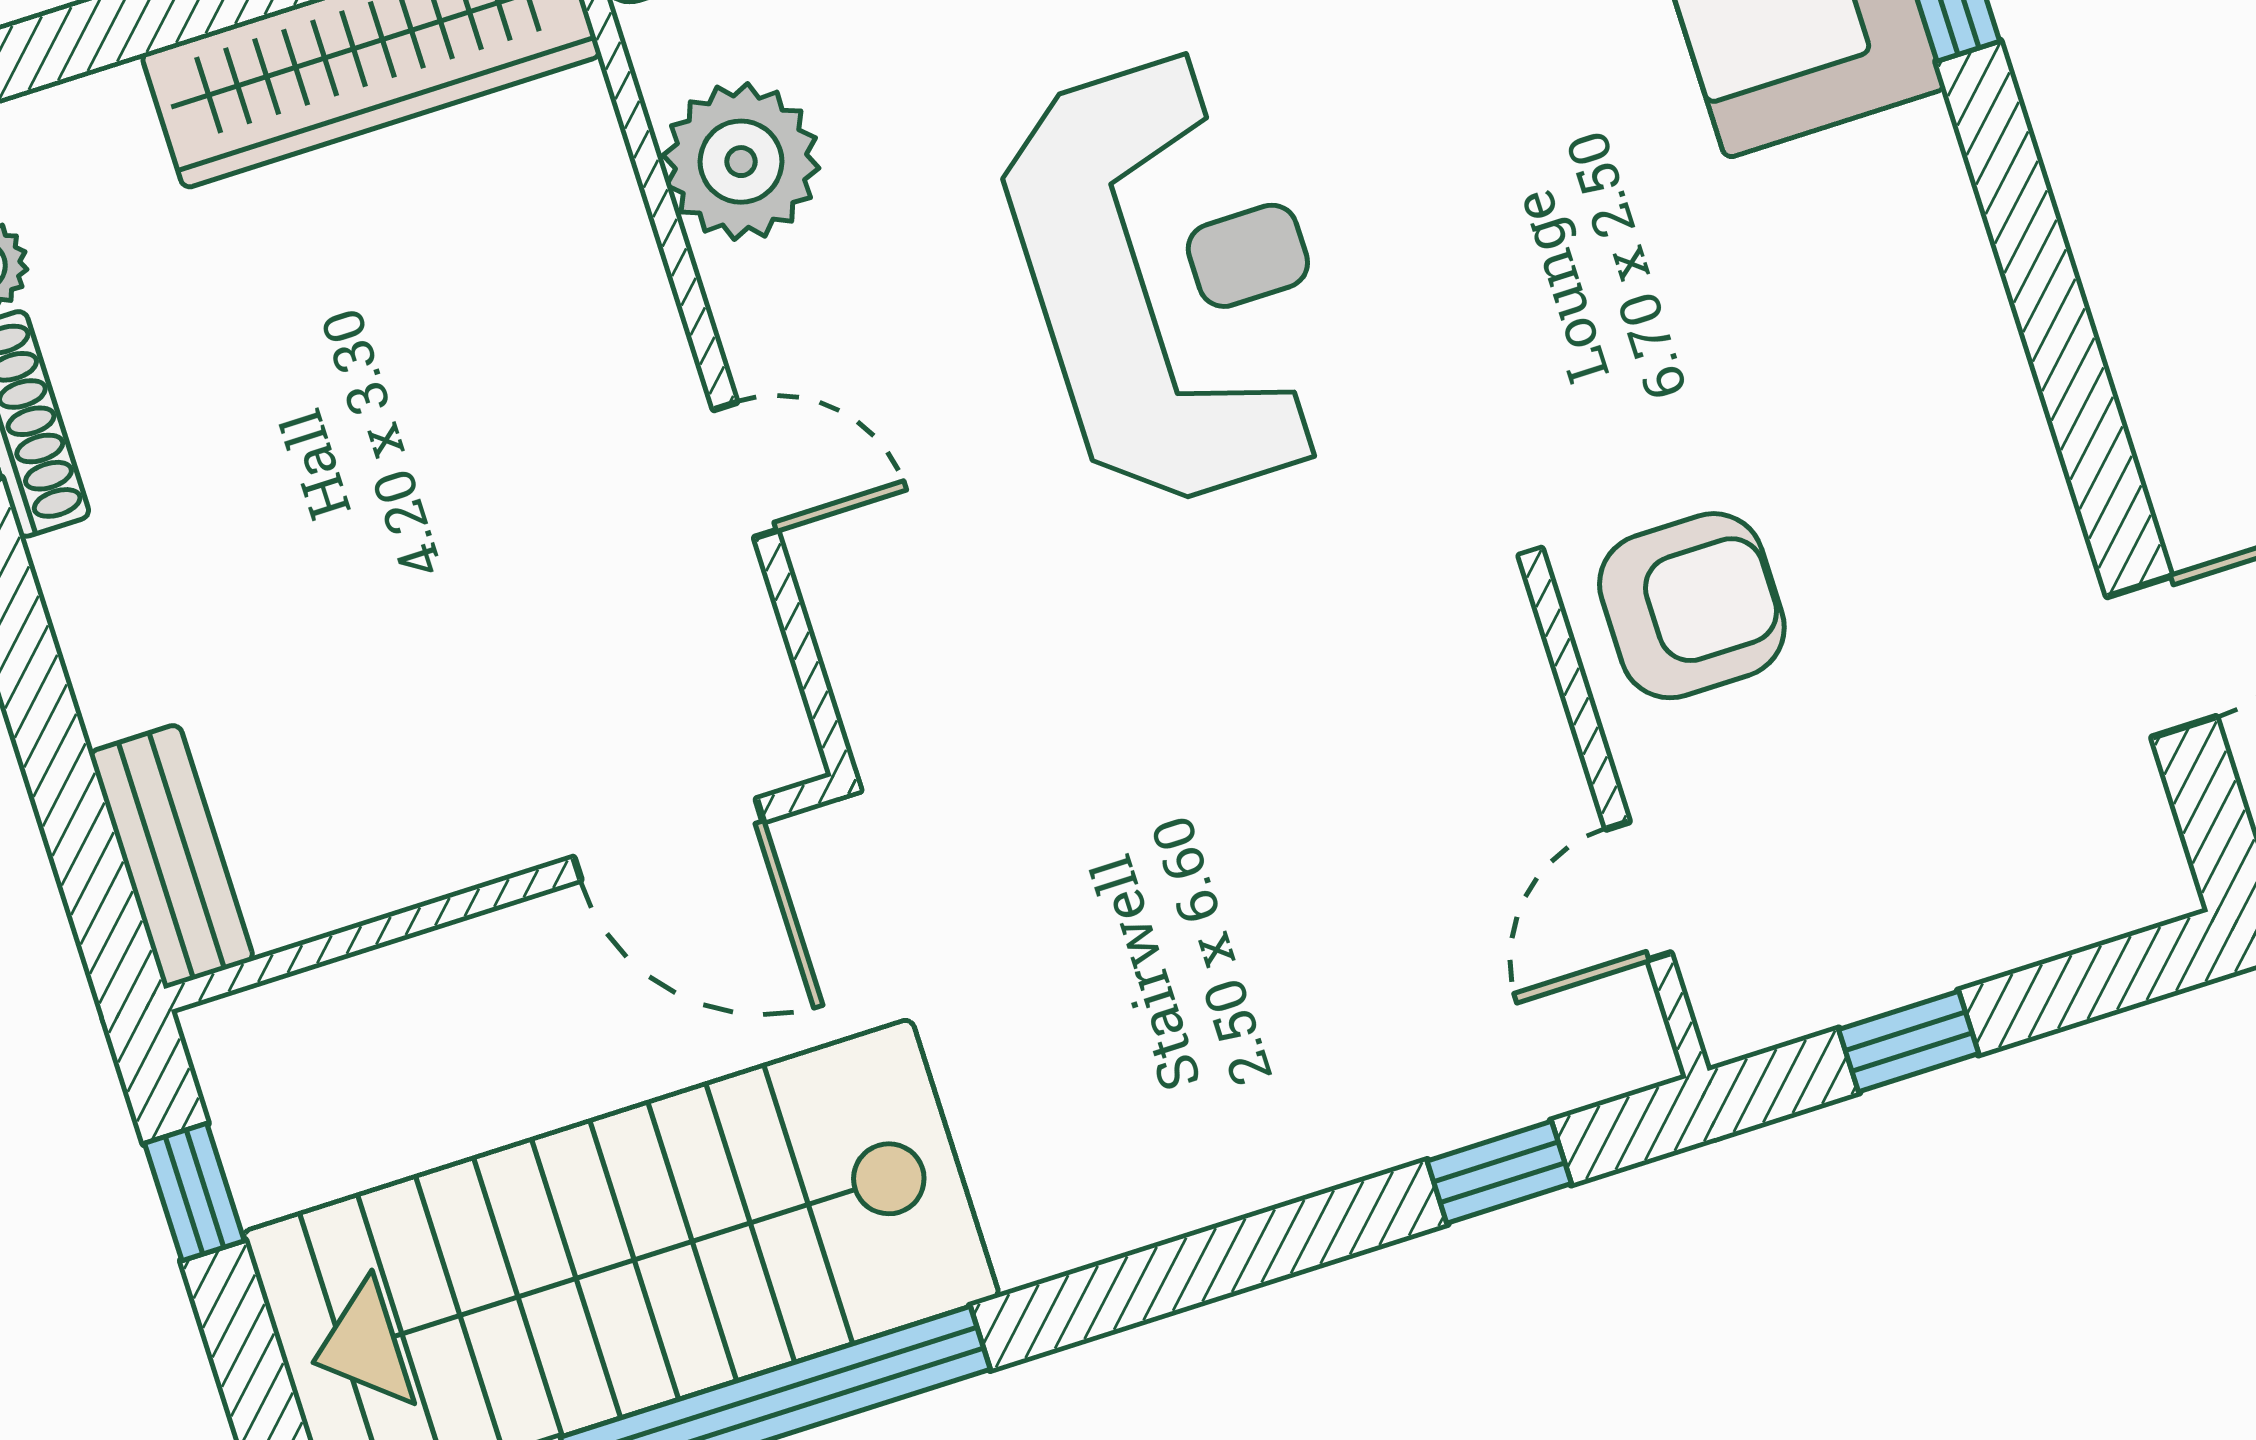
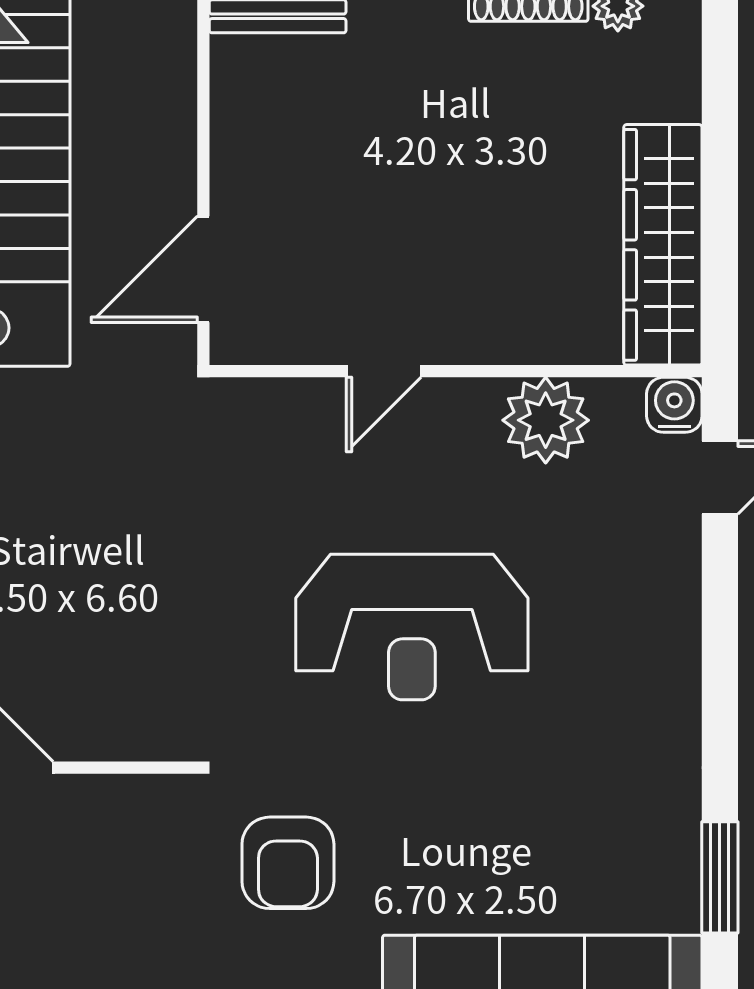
armchair: (1692, 606) -> (288, 863), moved

